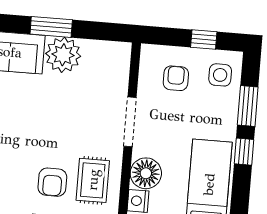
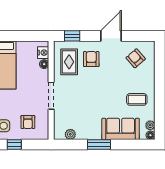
plant: (63, 55) -> (70, 134), moved, width x0.53, depth x0.53
floor lamp: (146, 173) -> (44, 64), width x0.53, depth x0.53

